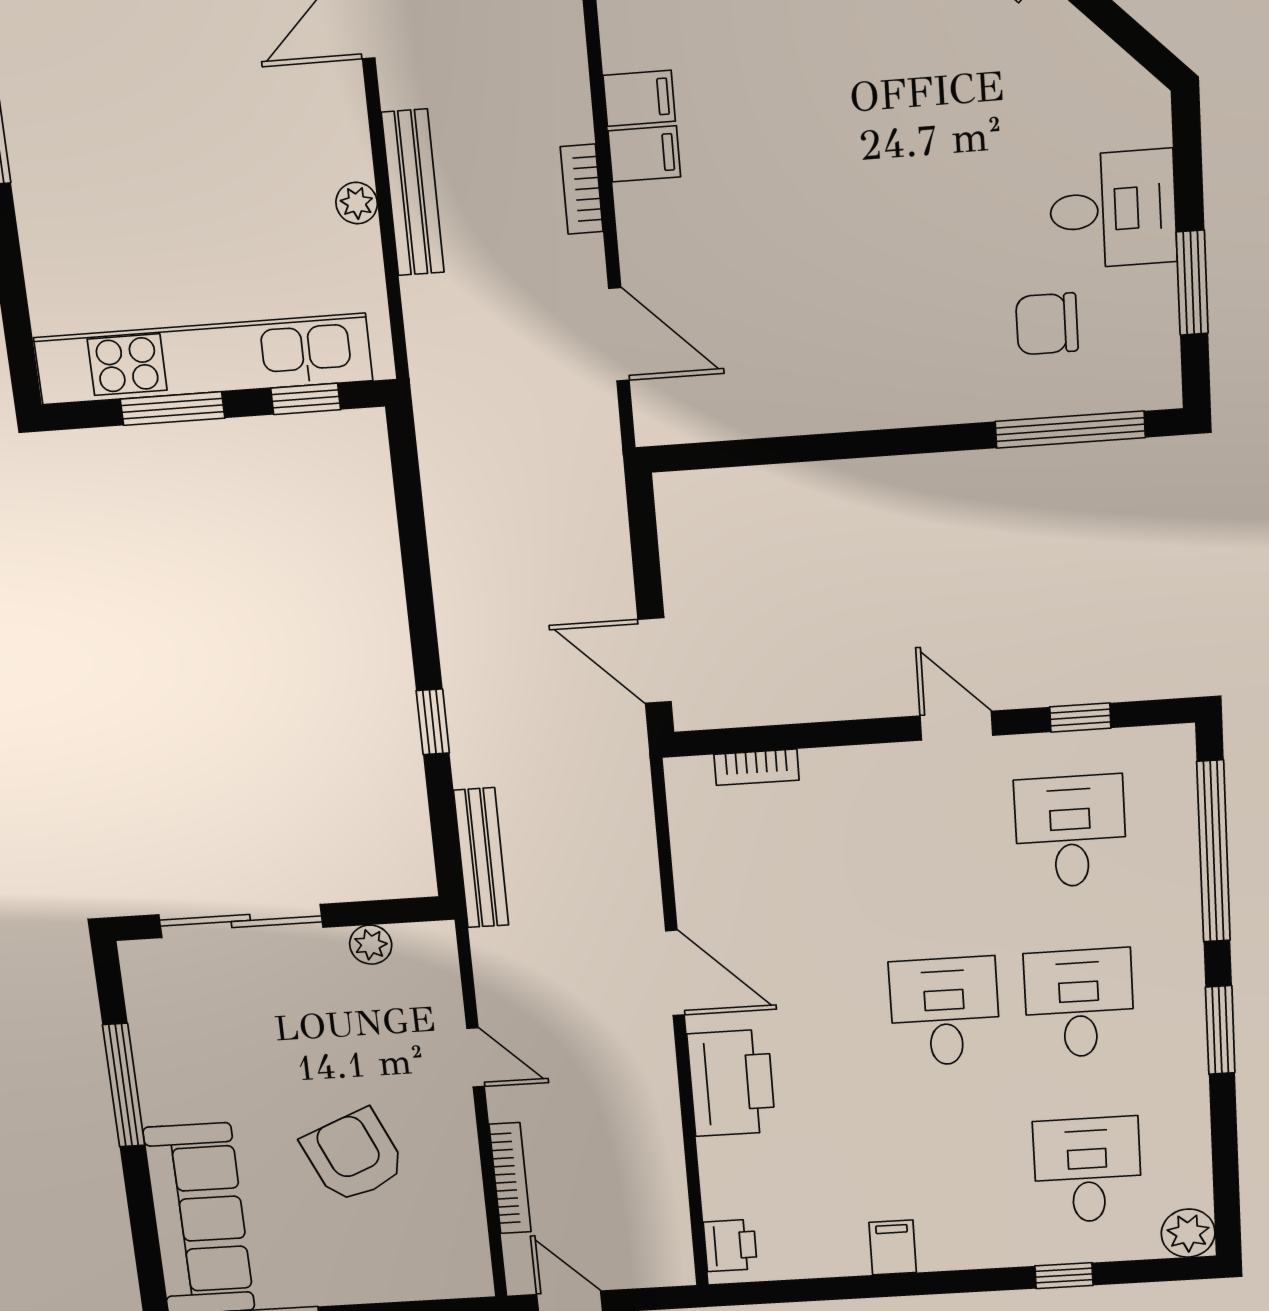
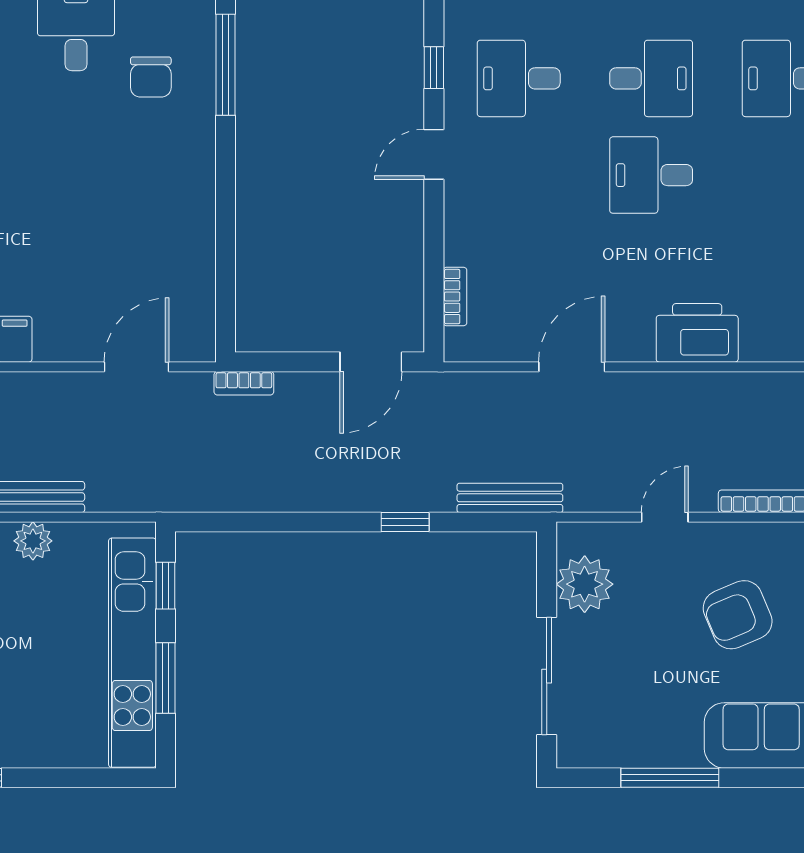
bookcase: (582, 189) -> (244, 383), moved
plant: (357, 203) -> (33, 541), width x1.38, depth x1.38
plant: (371, 945) -> (585, 584), width x1.87, depth x1.87
door: (675, 973) -> (572, 367), moved
desk: (1079, 1003) -> (651, 78), turned 180

